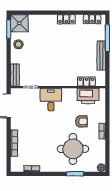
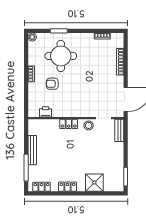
shower: (19, 23) -> (94, 183), moved
stool: (18, 44) -> (89, 125), moved
locker: (86, 81) -> (69, 124), moved
printer: (88, 96) -> (46, 112), width x0.53, depth x0.68
desk: (51, 100) -> (83, 106), removed

